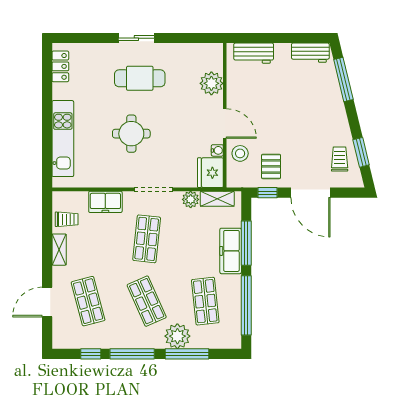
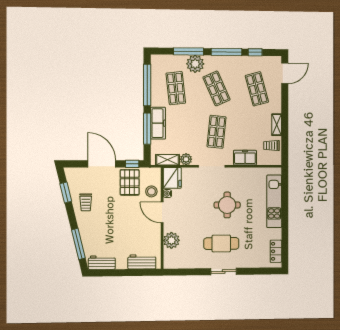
trolley: (340, 159) -> (86, 202), moved
pallet: (271, 166) -> (130, 182), width x1.50, depth x1.42
door: (47, 302) -> (285, 73), moved

